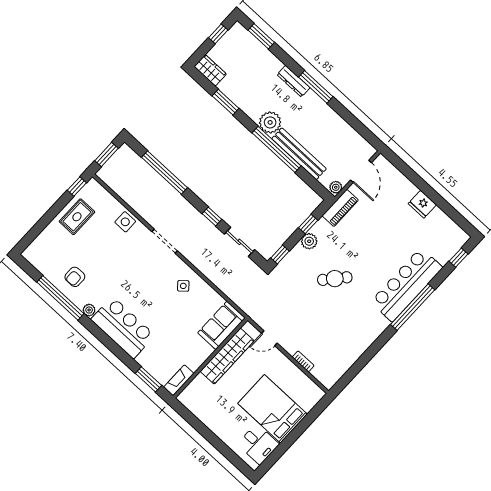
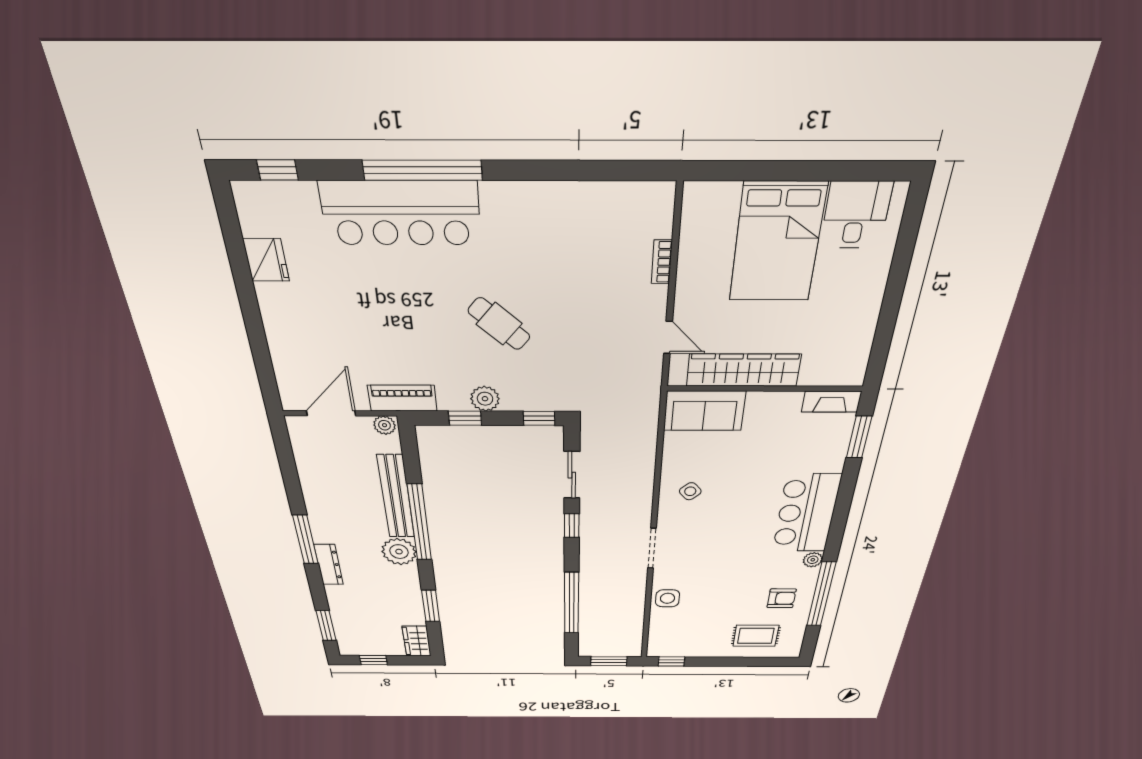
fridge: (422, 204) -> (266, 260), moved
rug: (77, 217) -> (756, 636), moved

